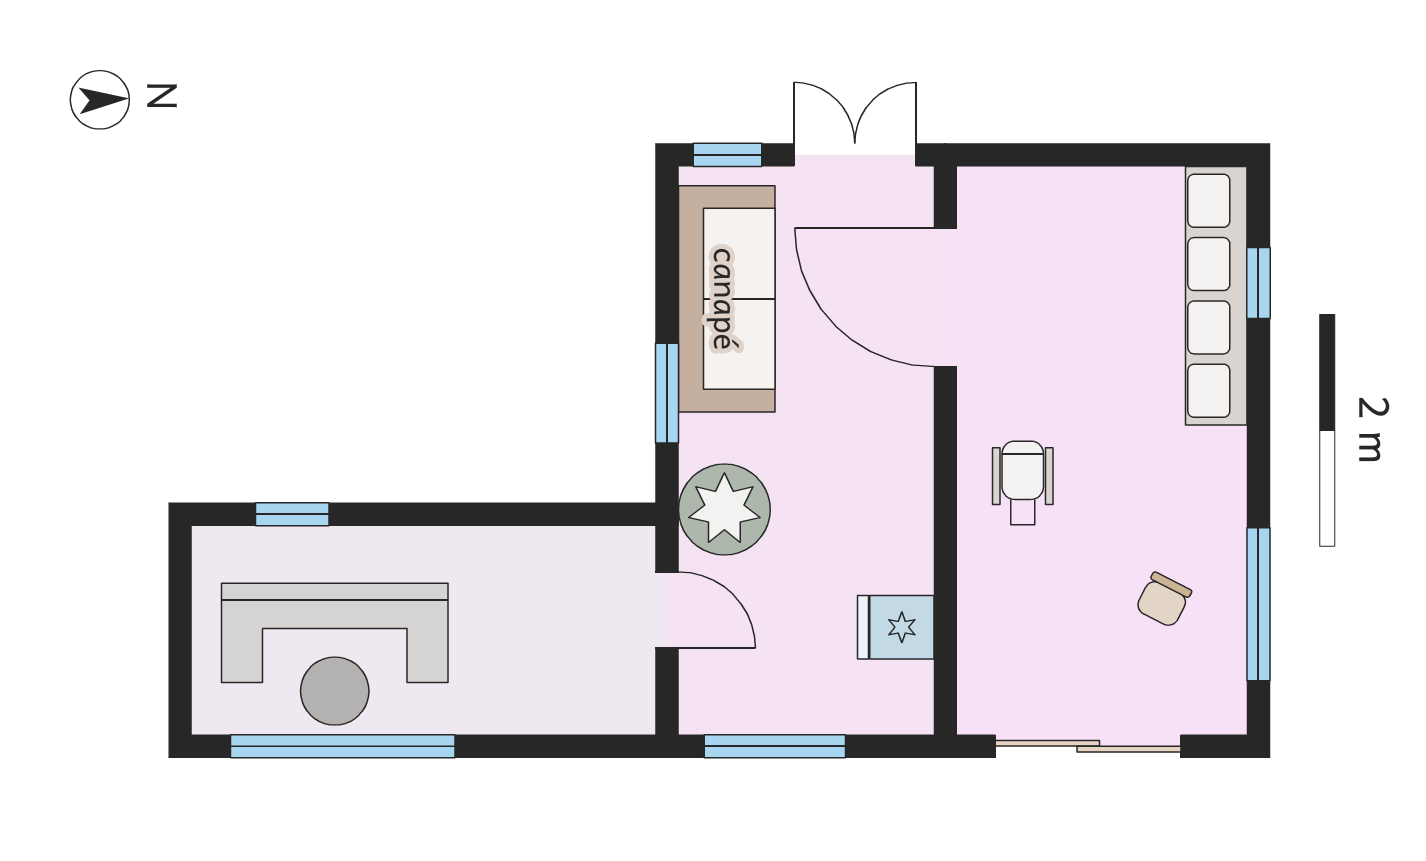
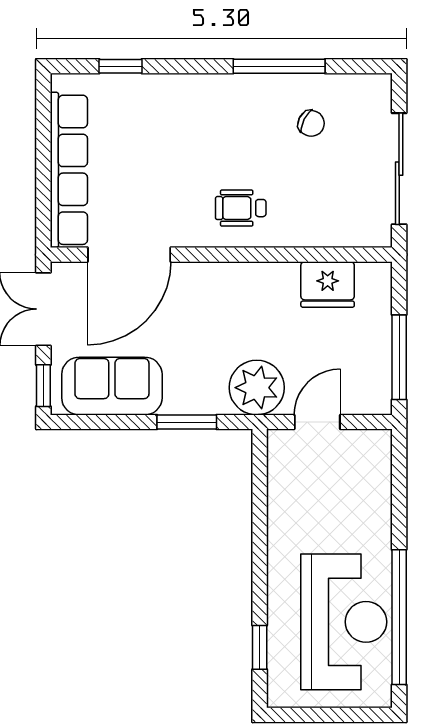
row of seats: (1216, 296) -> (69, 170), moved, turned -90
sofa: (727, 299) -> (112, 386), width x0.73
window: (1258, 604) -> (279, 66), moved
fridge: (896, 627) -> (328, 284), width x1.38

